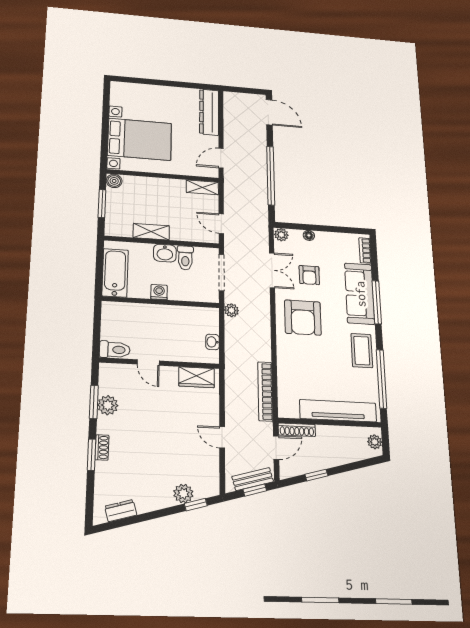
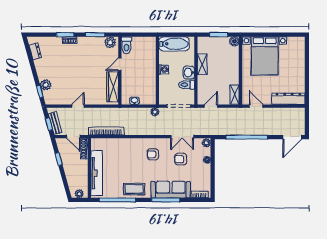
armchair: (303, 318) -> (153, 154), width x0.53, depth x0.53
wardrobe: (197, 377) -> (113, 87), width x1.50
plant: (108, 405) -> (110, 42), moved

